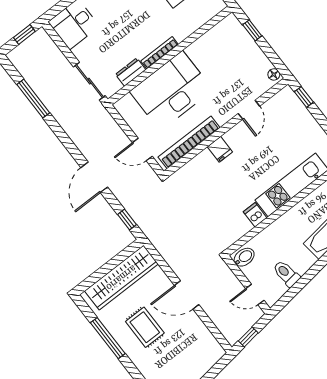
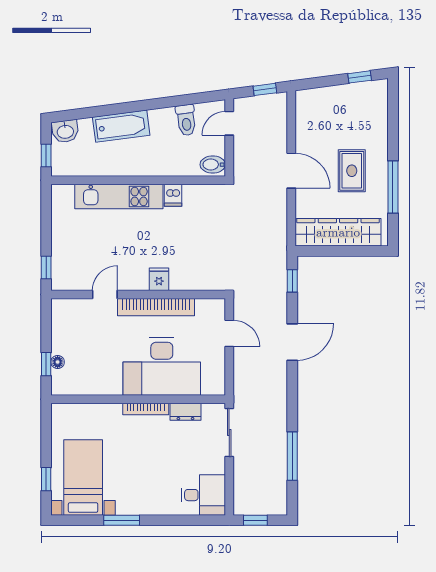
floor lamp: (274, 74) -> (58, 362), moved
bookcase: (189, 142) -> (156, 307), moved
door: (255, 294) -> (229, 123), swing flipped

